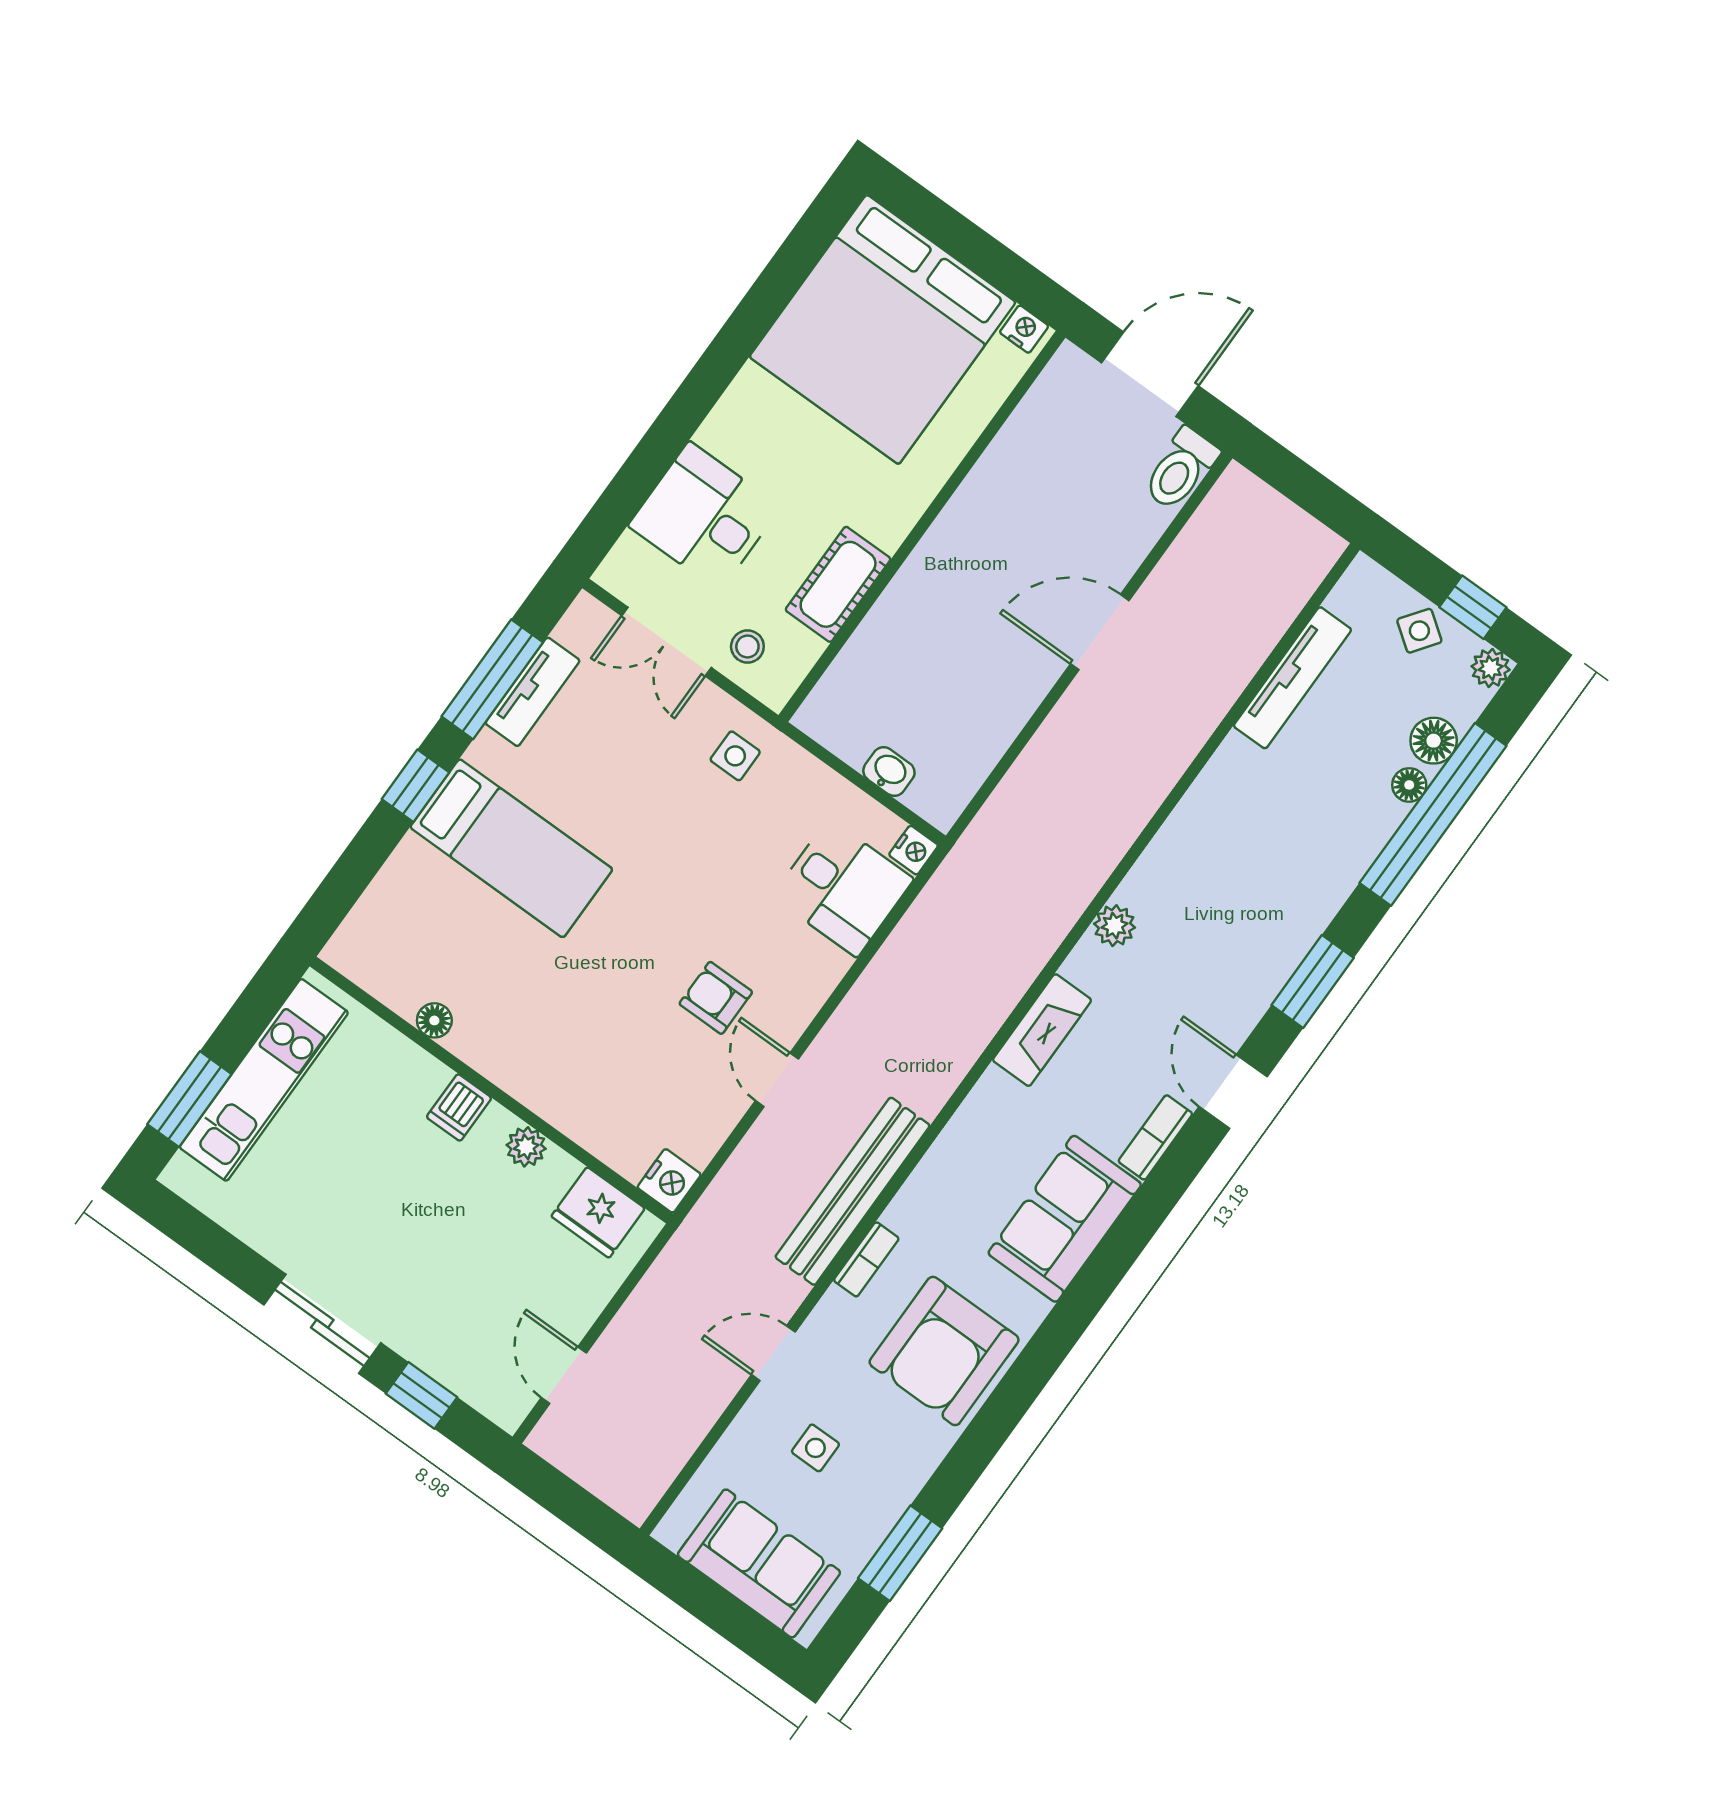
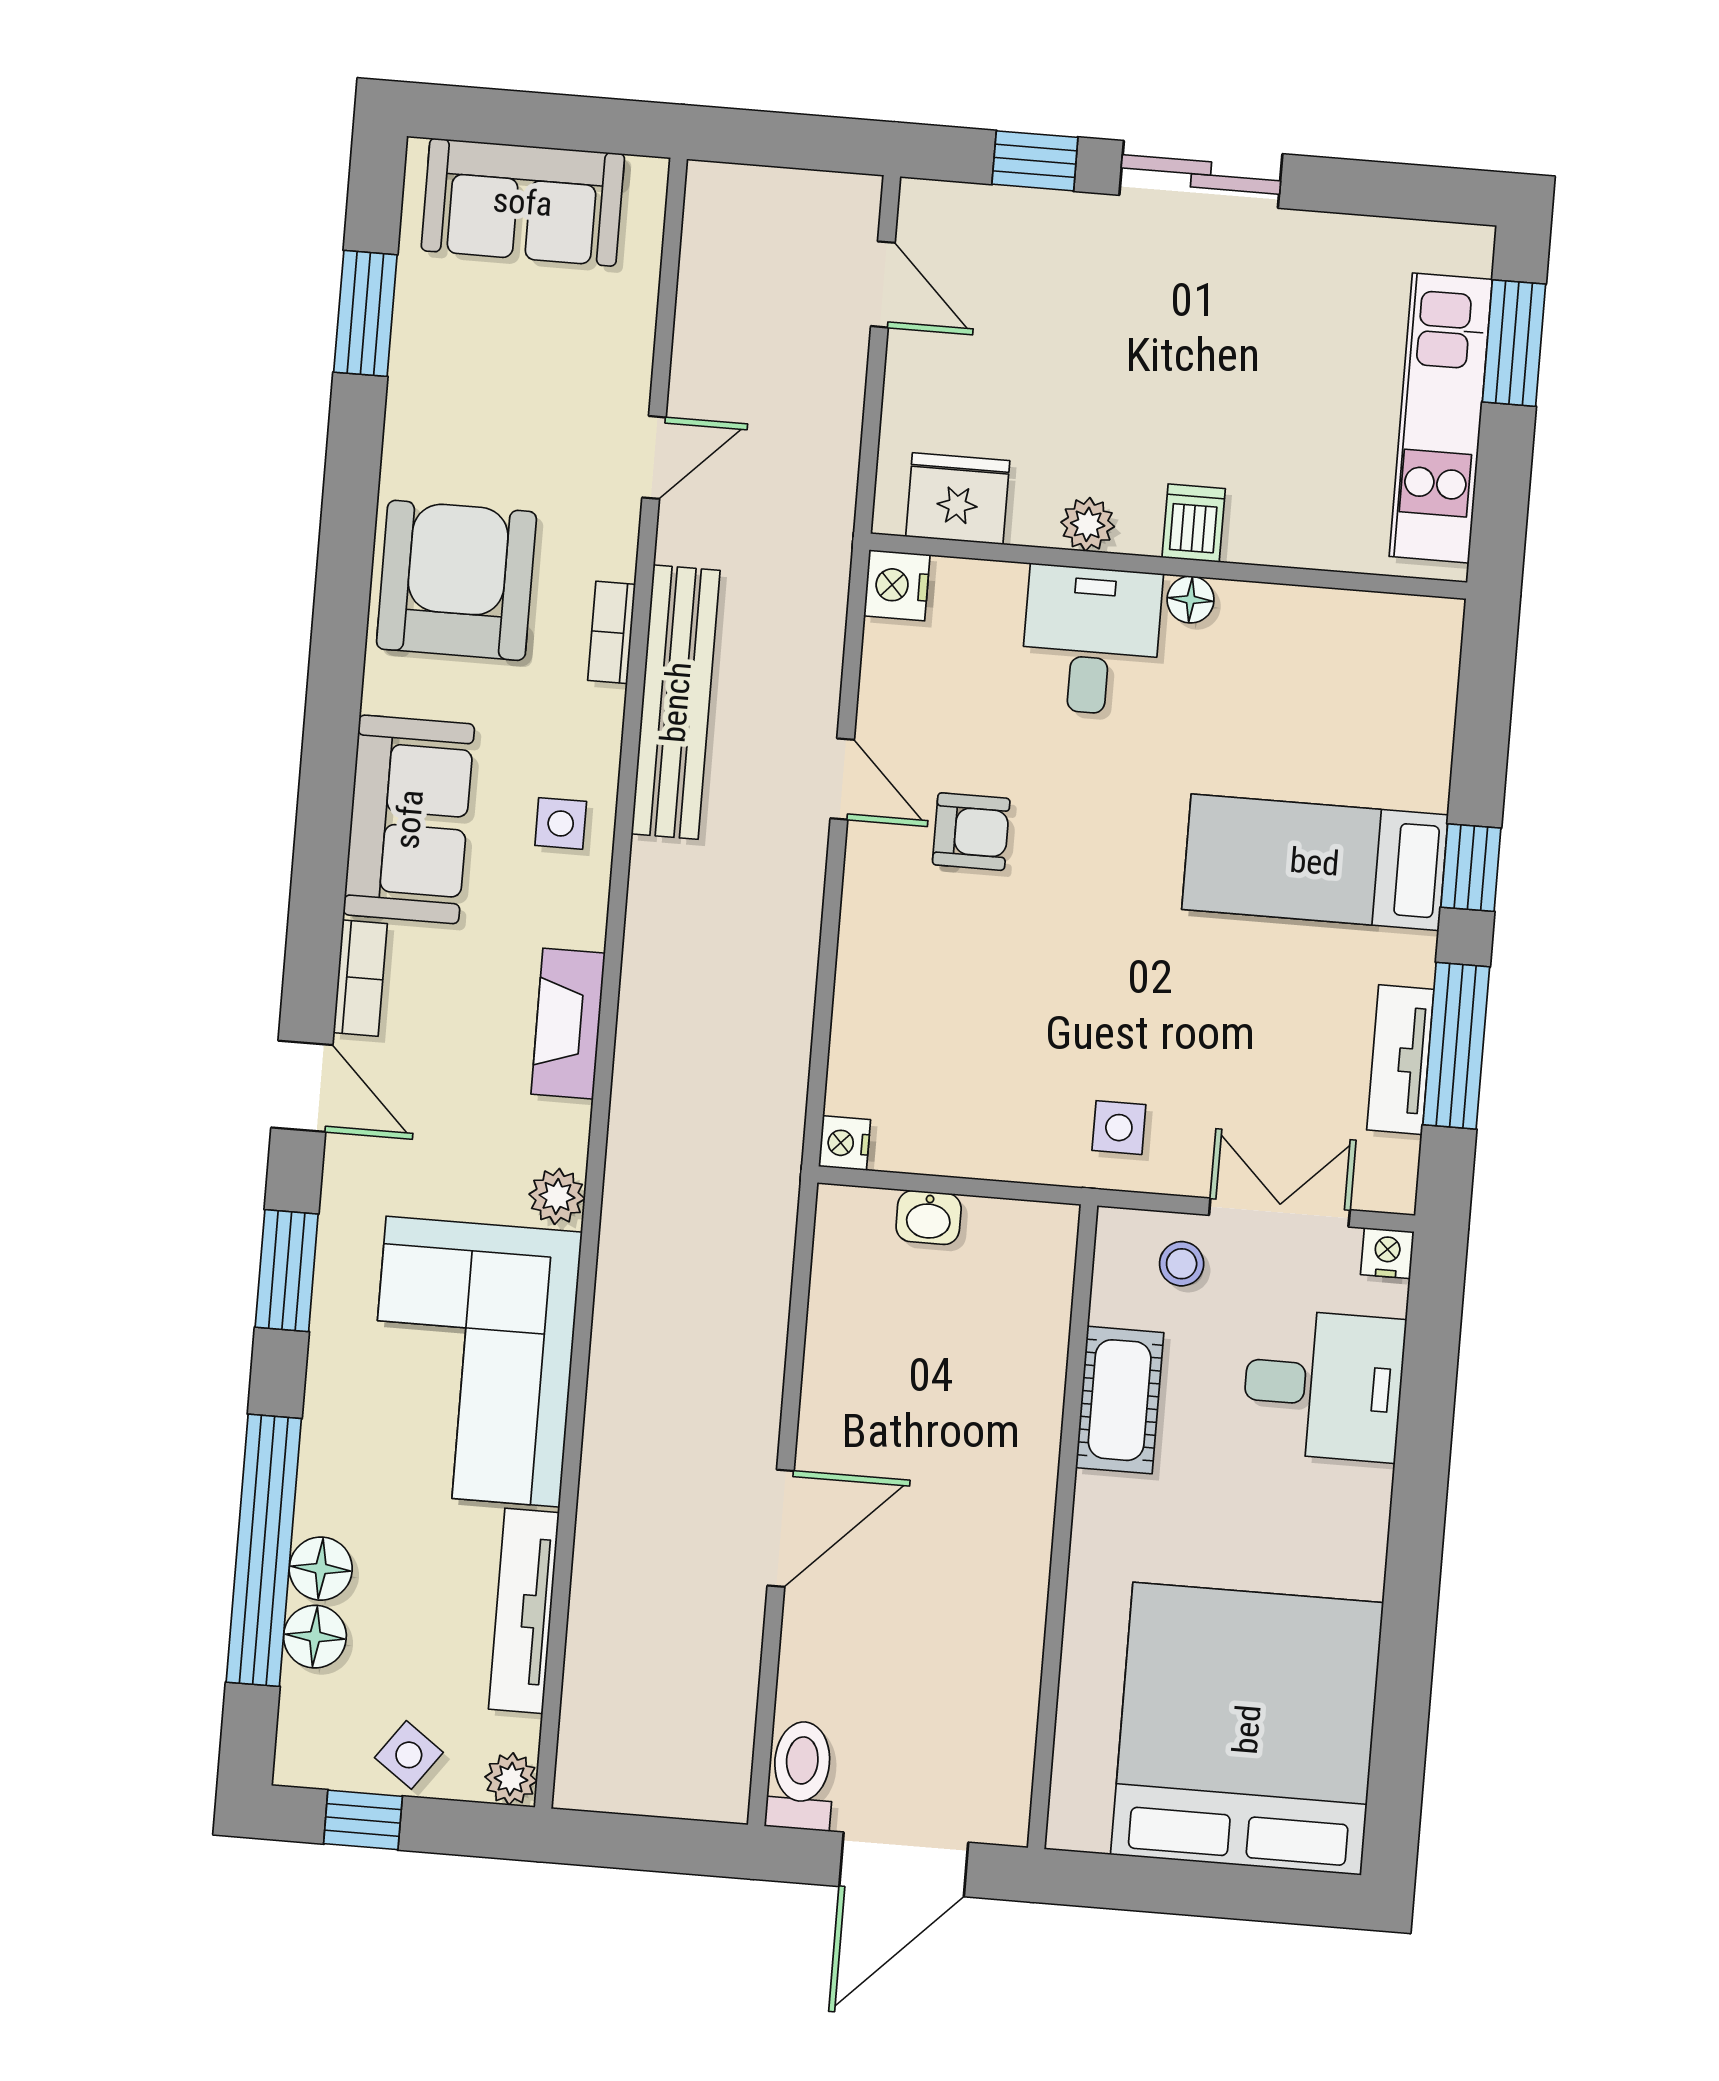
nightstand: (1024, 329) -> (1387, 1253), moved, turned 180
plant: (1491, 668) -> (511, 1779), moved
floor lamp: (1409, 785) -> (321, 1569), width x1.37, depth x1.37
corner sofa: (1230, 854) -> (473, 1362), added
desk: (843, 888) -> (1091, 640), moved, turned 90
floor lamp: (434, 1020) -> (1191, 600), moved
side table: (815, 1448) -> (561, 823), moved

